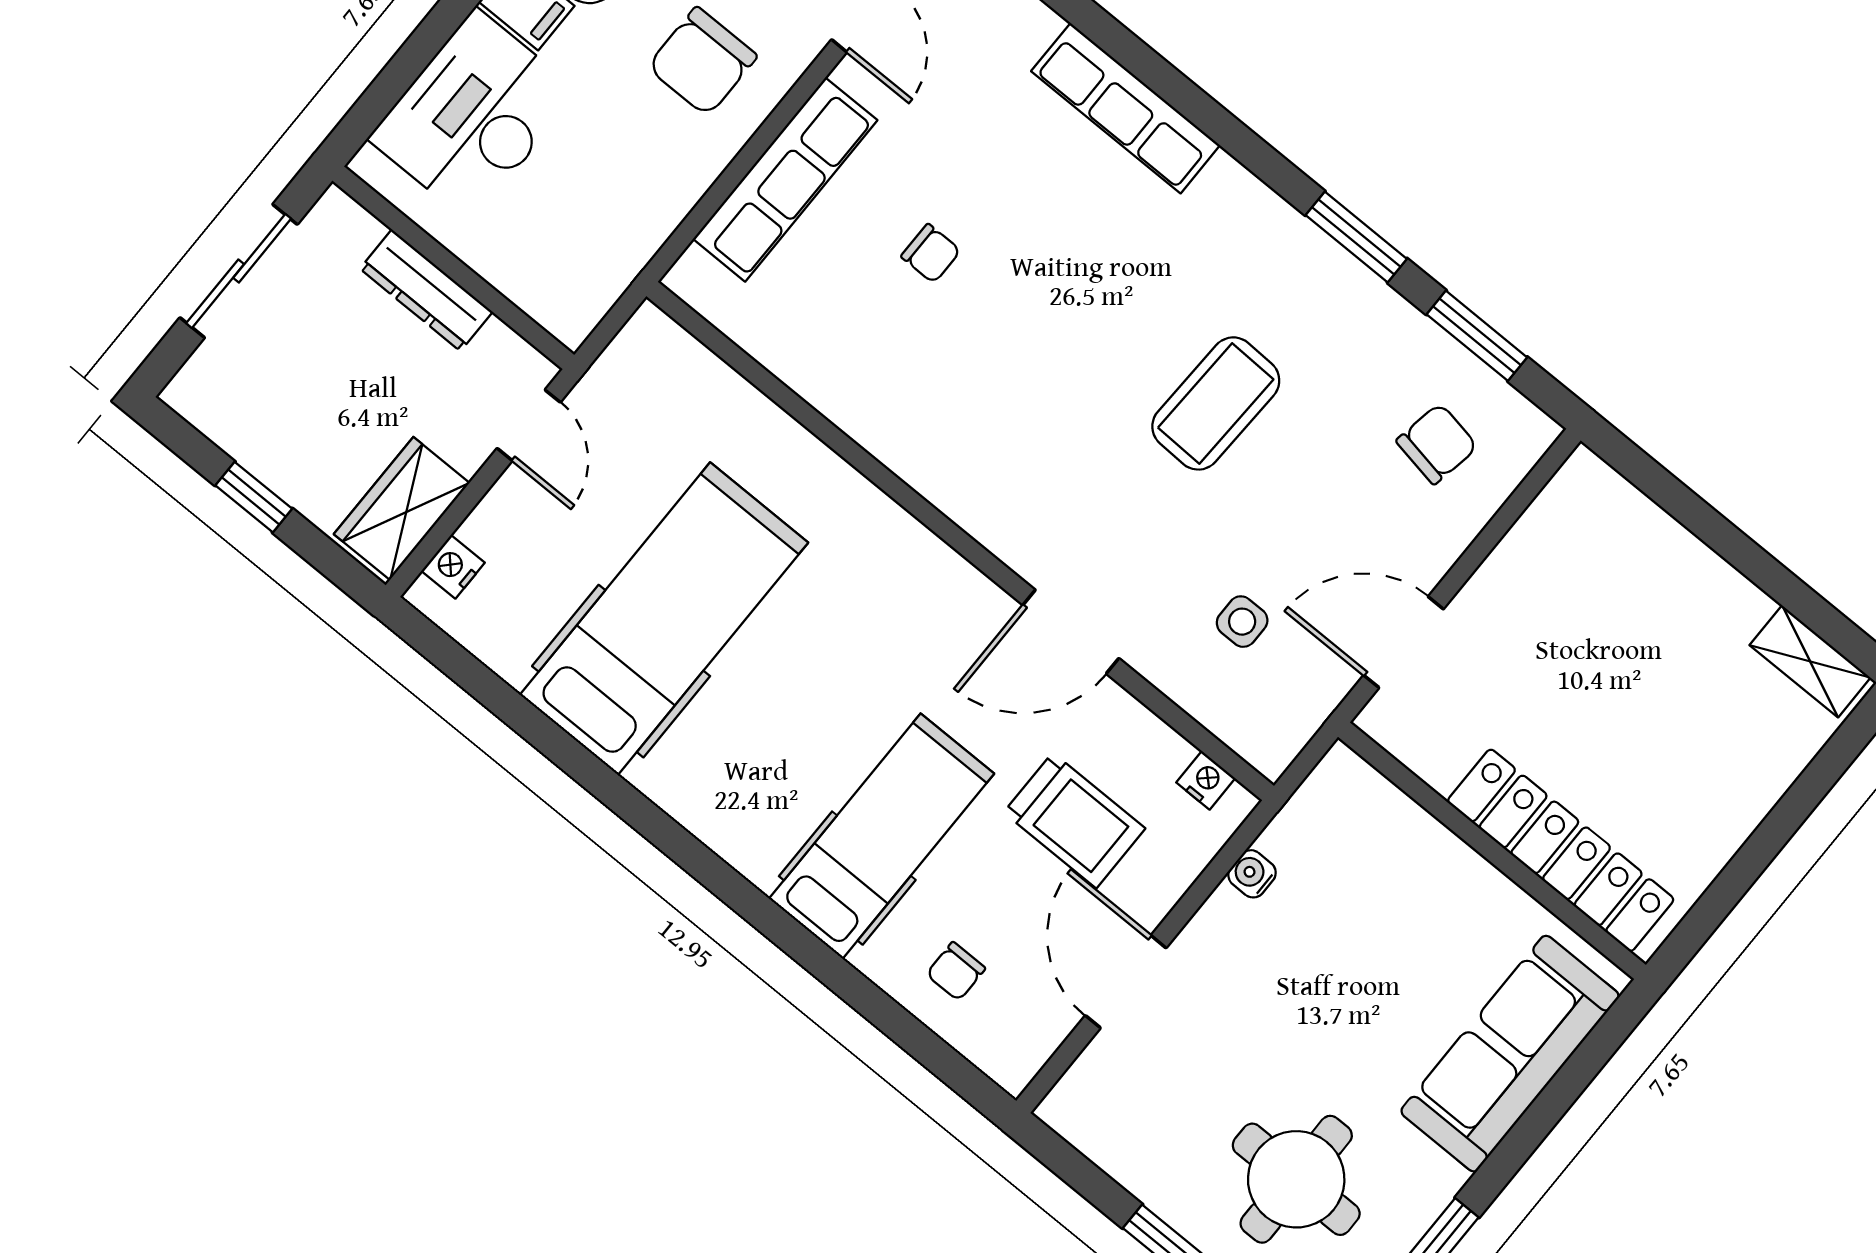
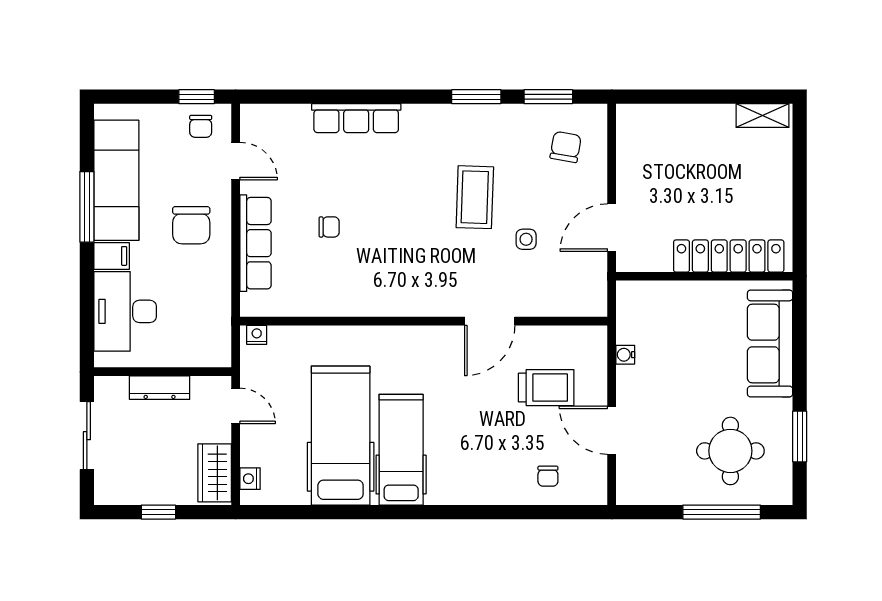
side table: (1242, 622) -> (526, 239), moved
nightstand: (1206, 780) -> (257, 335), moved
hospital bed: (881, 836) -> (401, 450), moved

